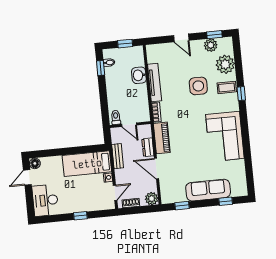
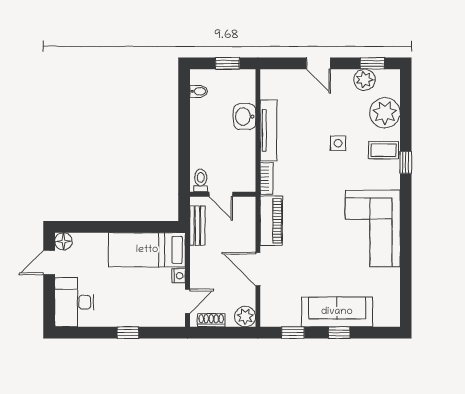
window: (101, 68) -> (184, 99), removed
side table: (198, 86) -> (338, 143), width x0.54, depth x0.54
dresser: (148, 147) -> (247, 234), removed
bench: (118, 156) -> (197, 226), moved
window: (226, 201) -> (339, 333), moved

